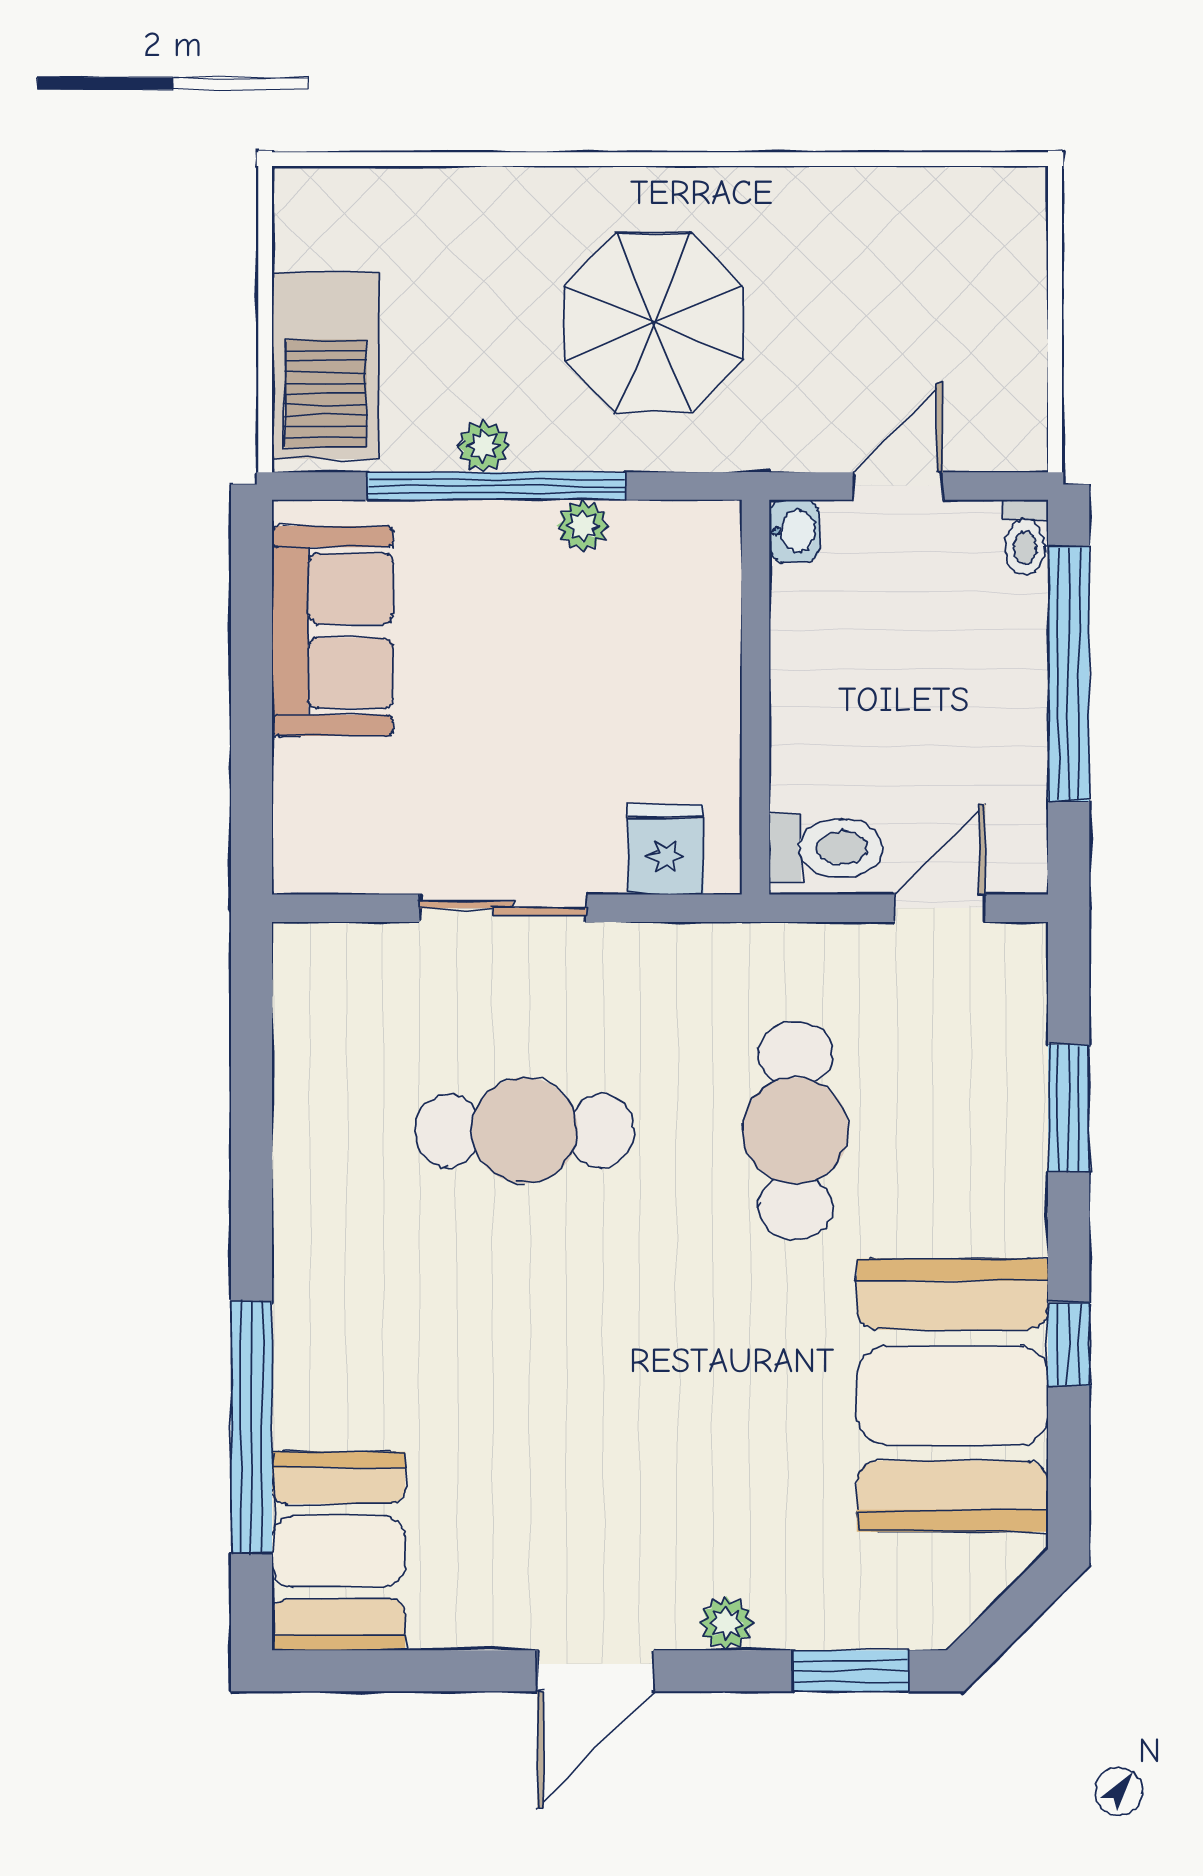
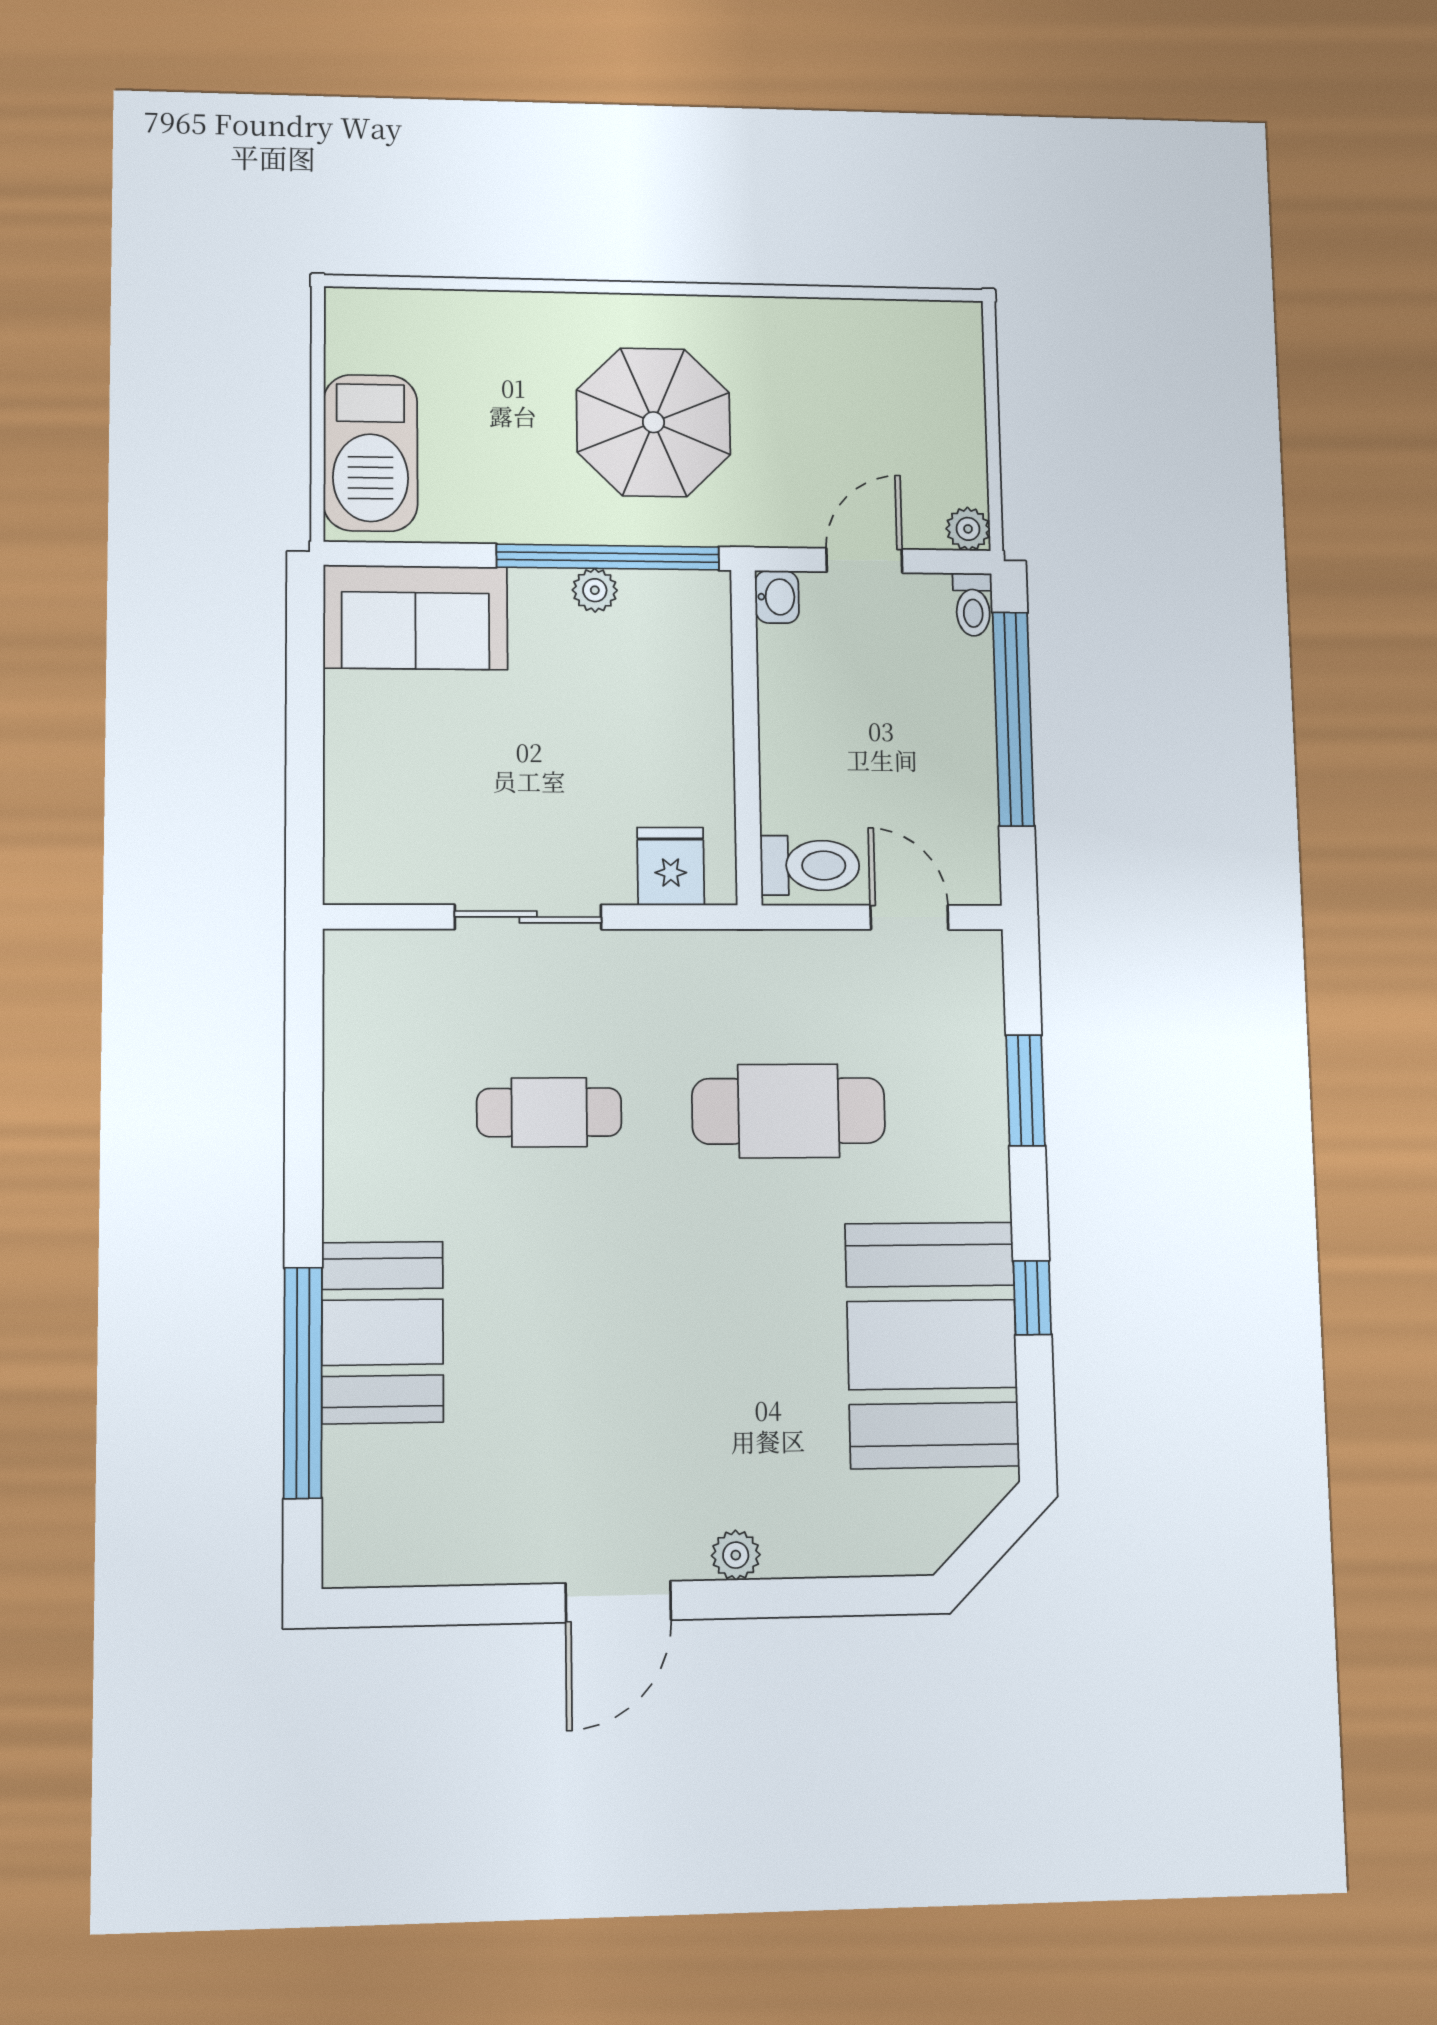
plant: (483, 446) -> (968, 529), moved
window: (496, 486) -> (608, 557), moved
sofa: (333, 631) -> (415, 617), moved, turned 90
door: (940, 908) -> (909, 917), hinge flipped
cafe table: (525, 1130) -> (549, 1112), width x0.73, depth x0.74
cafe table: (796, 1130) -> (789, 1111), turned 90
booth: (338, 1551) -> (383, 1332), moved
window: (851, 1671) -> (848, 1596), removed

